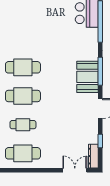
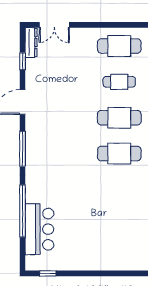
booth: (88, 77) -> (38, 142), removed

